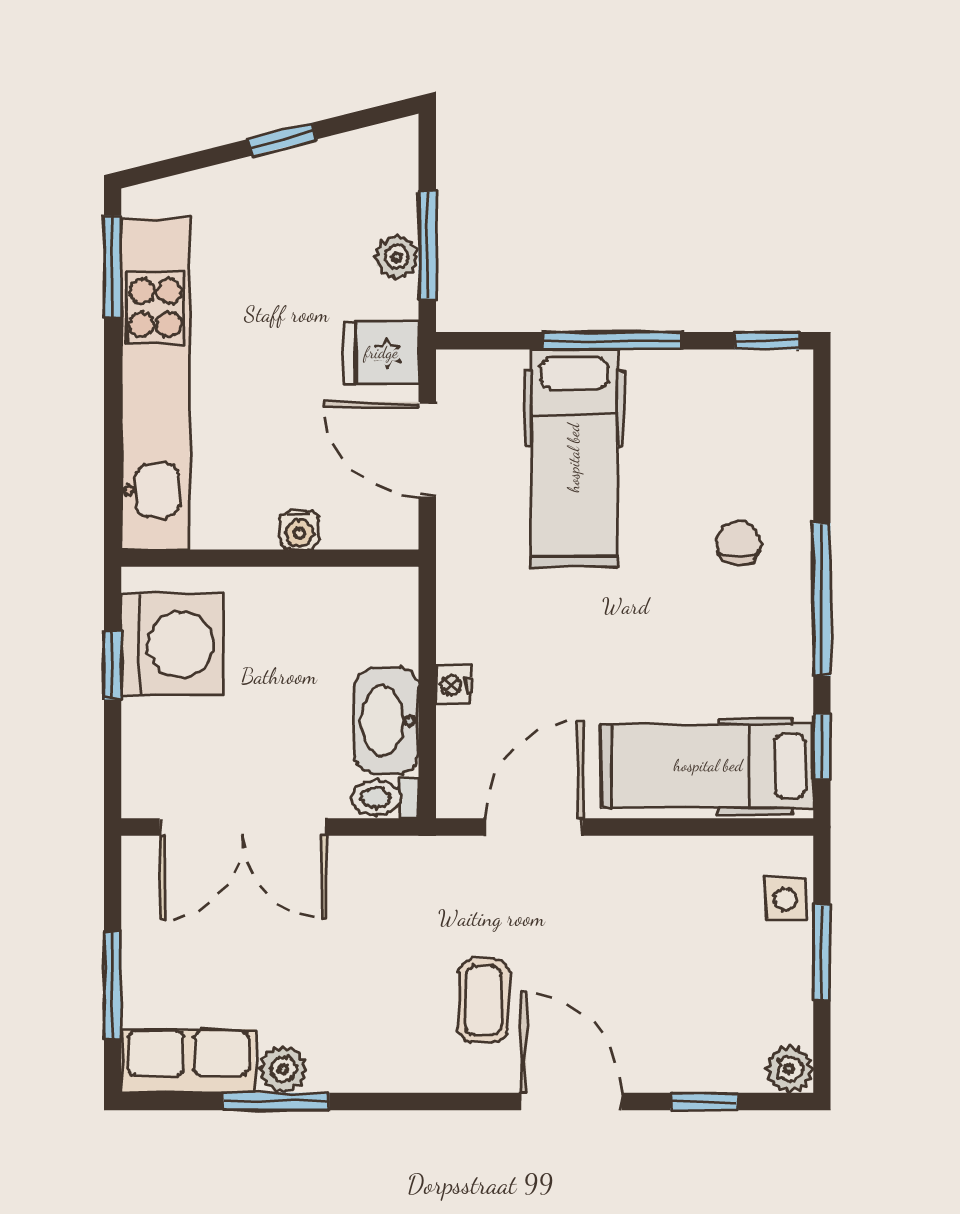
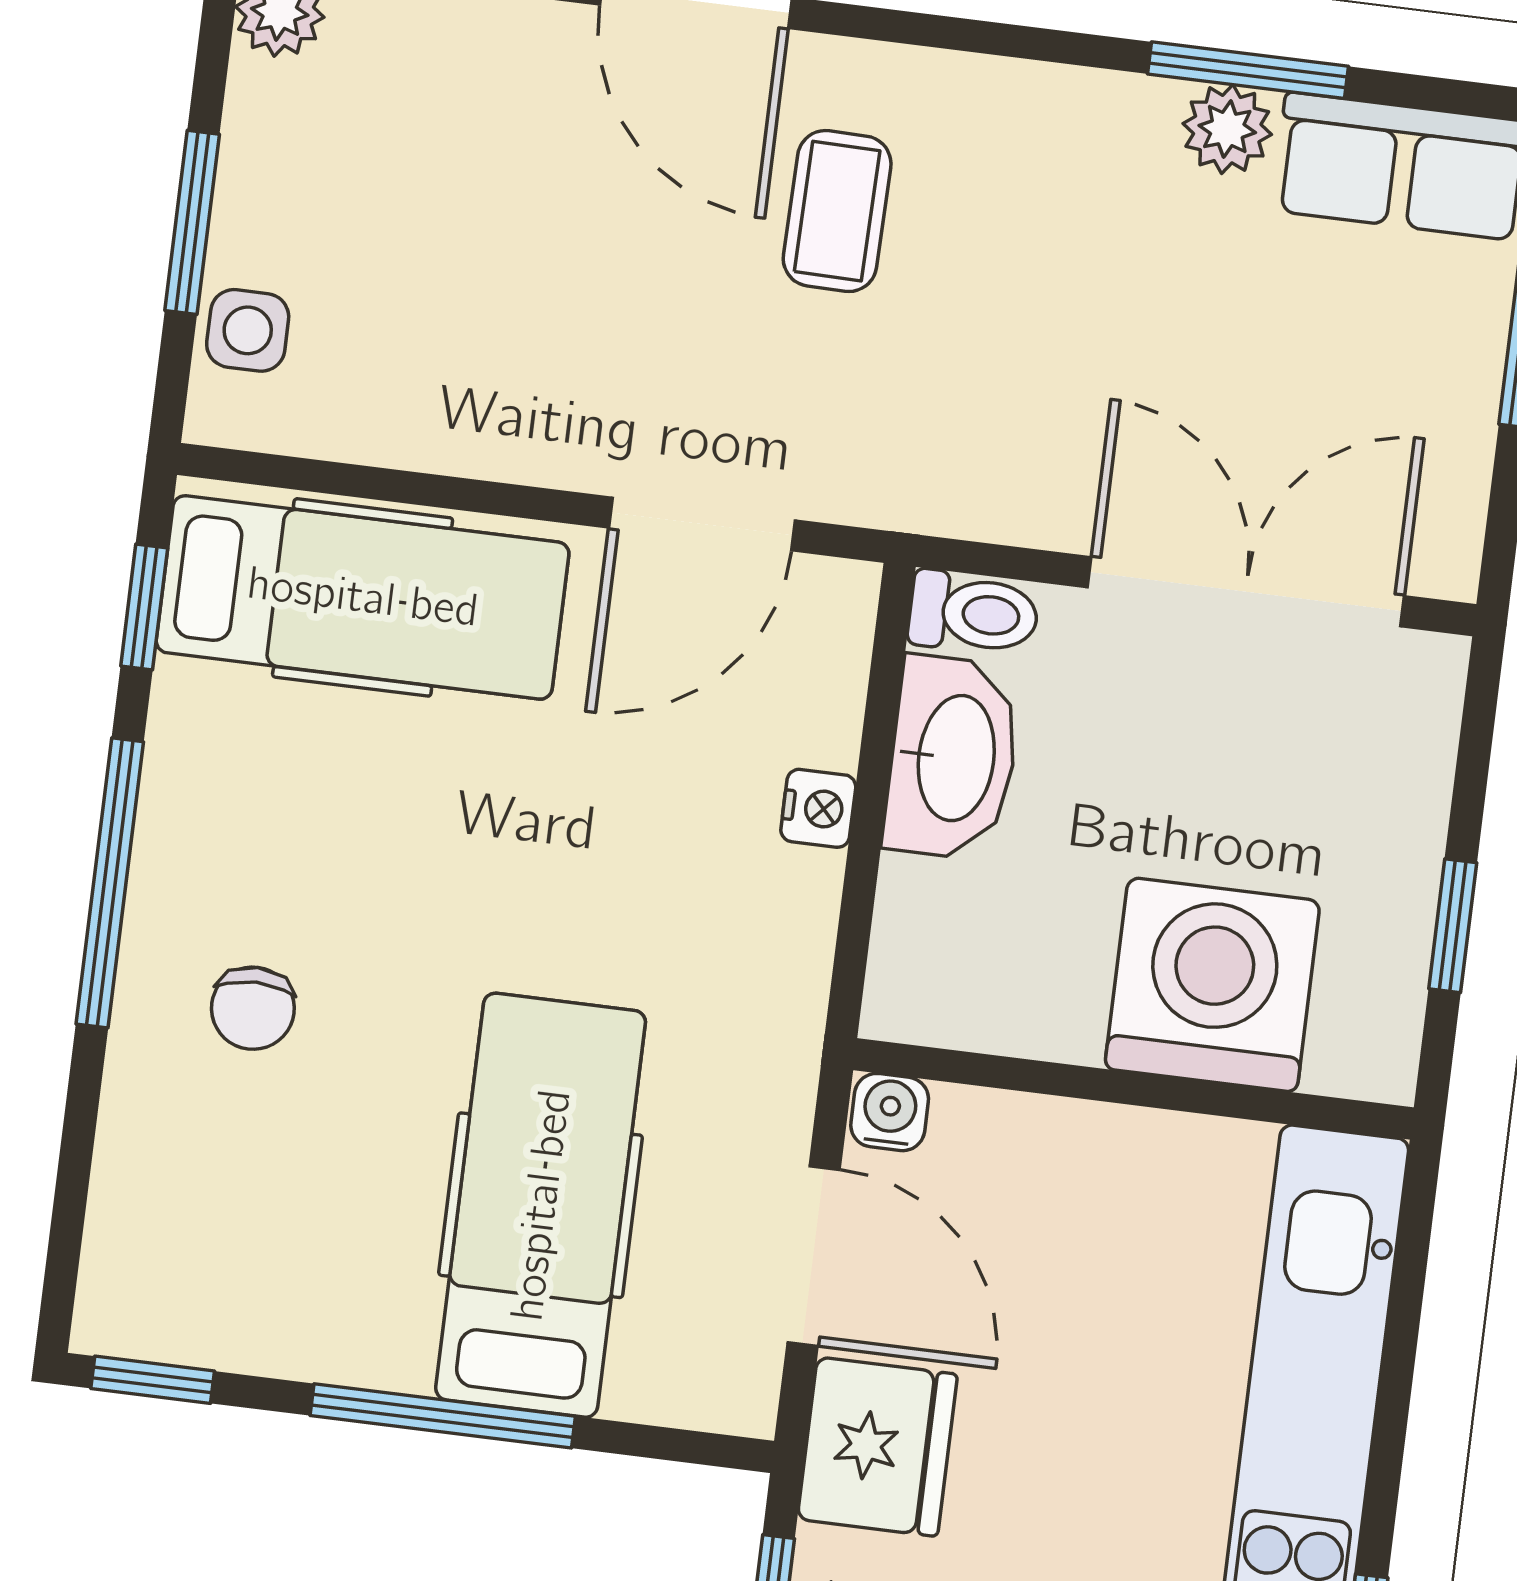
fridge: (381, 353) -> (877, 1447), width x1.38
water cooler: (299, 530) -> (890, 1112), moved
washing machine: (173, 644) -> (1212, 985), moved, turned 90

